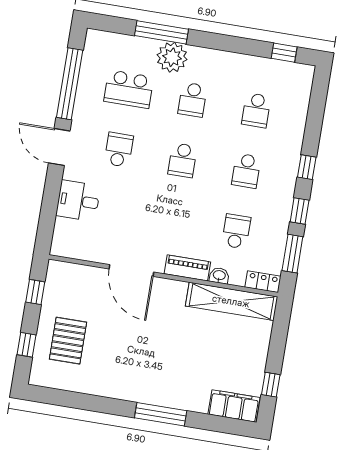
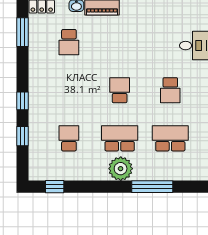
plant: (172, 57) -> (121, 169), moved
school desk: (193, 100) -> (120, 138), width x1.85
school desk: (246, 171) -> (69, 90), removed
window: (300, 211) -> (23, 136), moved

